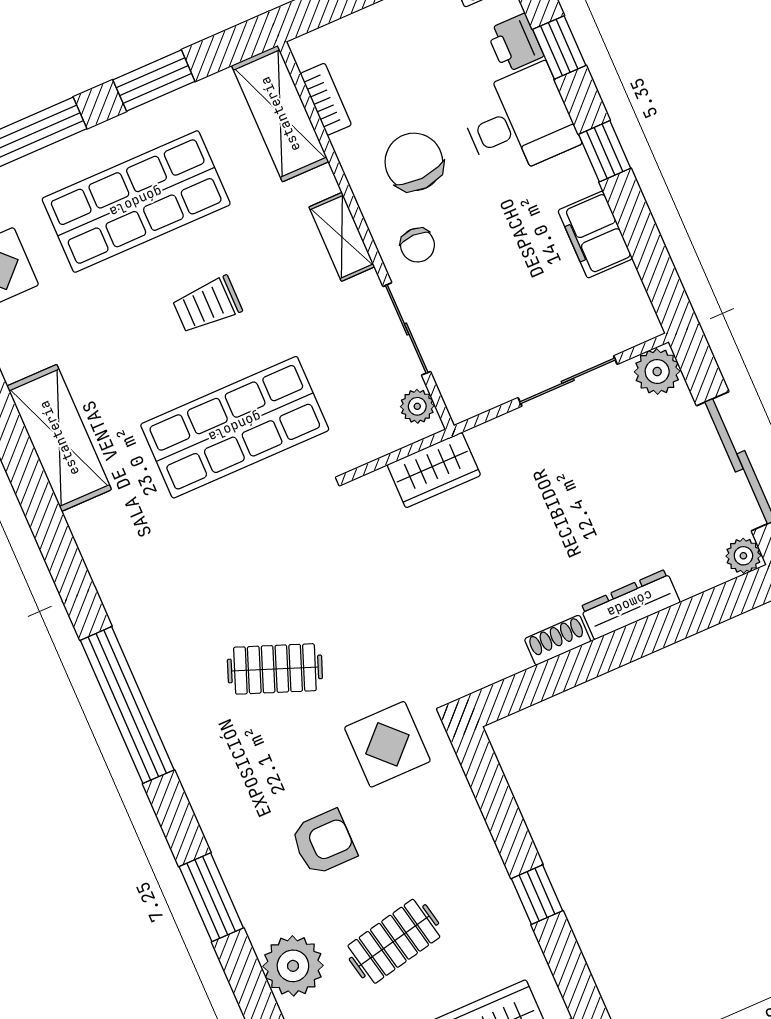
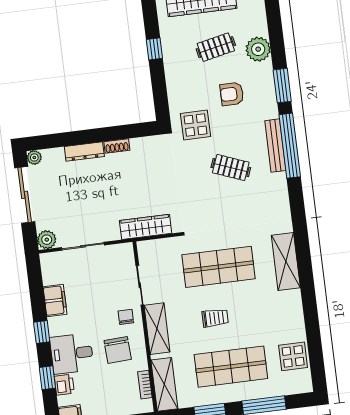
shelving: (342, 237) -> (157, 329), width x1.50, depth x1.33
plant: (417, 406) -> (145, 254), removed
shelving: (59, 438) -> (286, 261), moved
wardrobe: (434, 470) -> (146, 227), width x1.50
window: (127, 705) -> (290, 146), moved
bench: (186, 751) -> (275, 146), added

